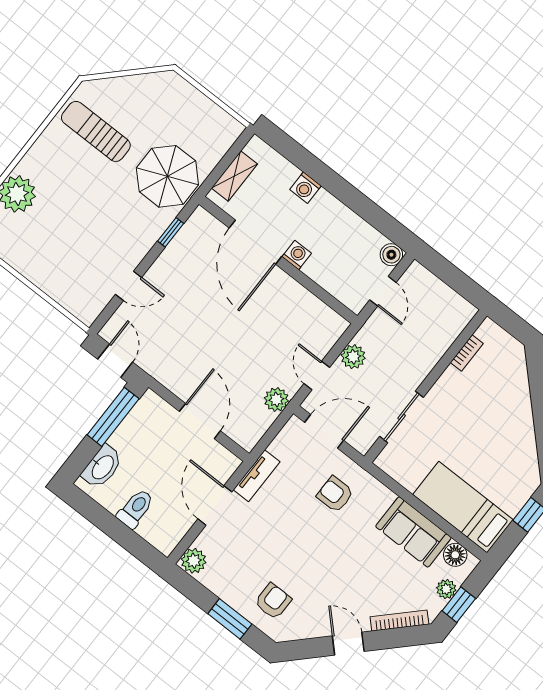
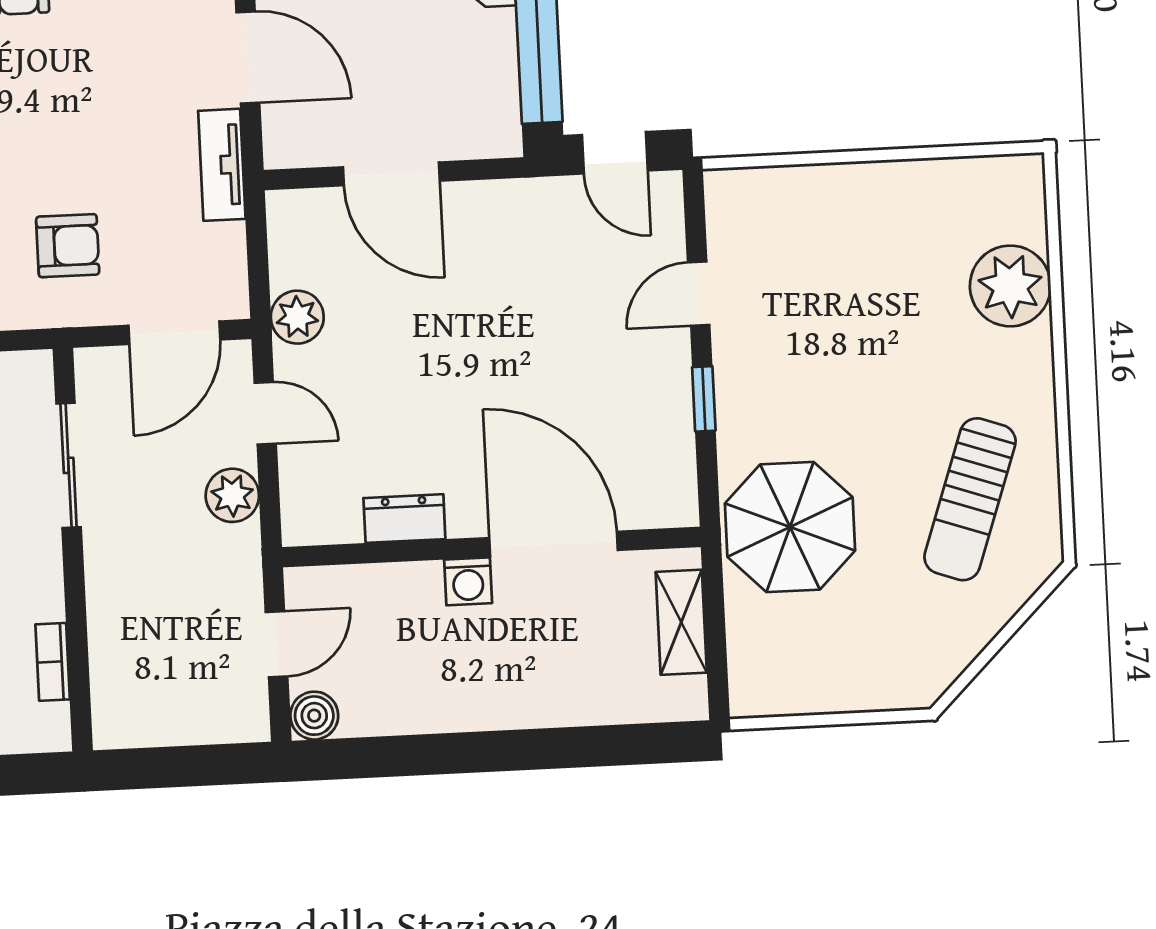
sun lounger: (96, 131) -> (970, 499), turned 109
washing machine: (305, 188) -> (549, 704), removed
window: (171, 232) -> (704, 399), moved
door: (383, 291) -> (277, 644), swing flipped
dresser: (300, 296) -> (404, 519), added

